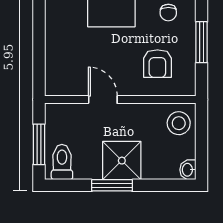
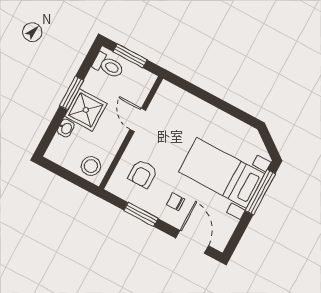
armchair: (157, 64) -> (143, 174), turned -90
door: (103, 100) -> (138, 120), swing flipped
washbasin: (188, 170) -> (66, 128), moved, turned 90

